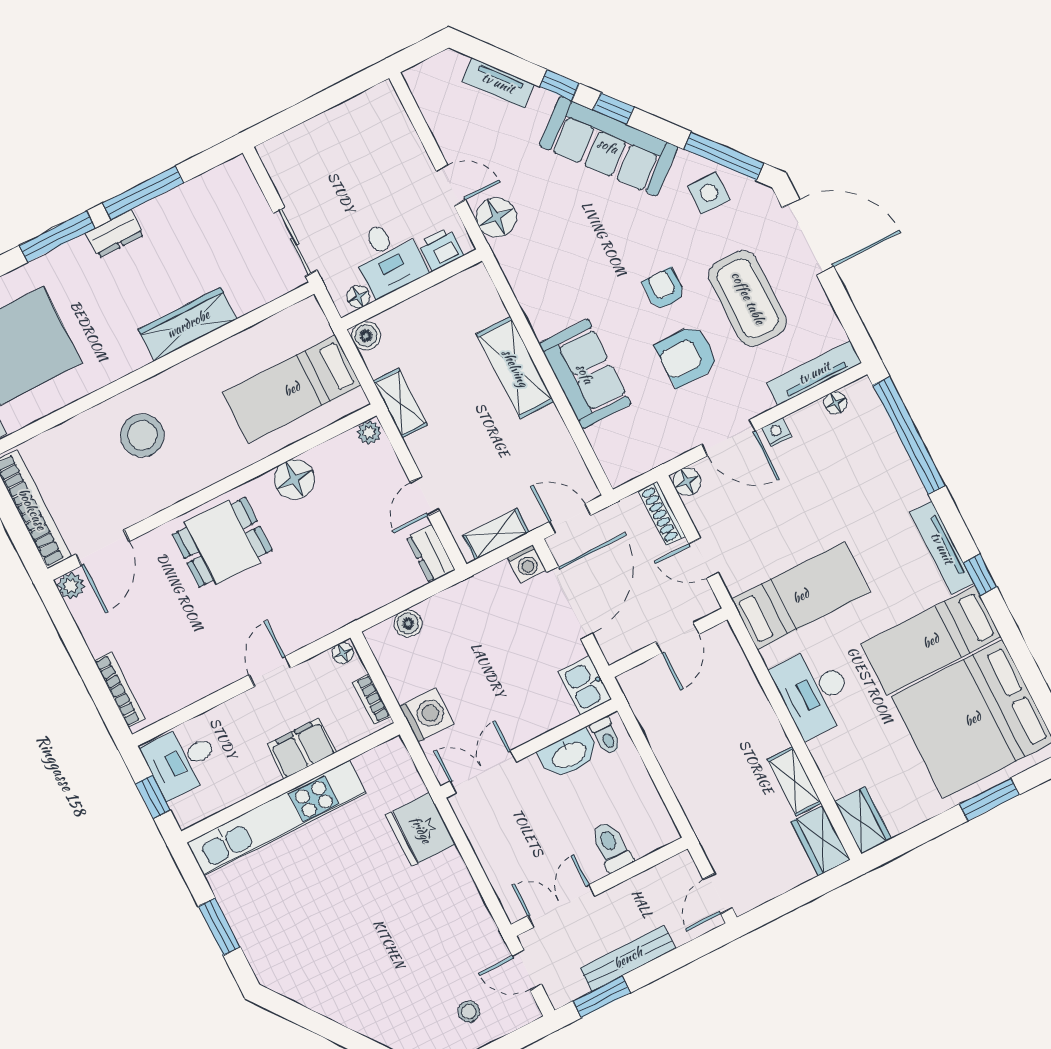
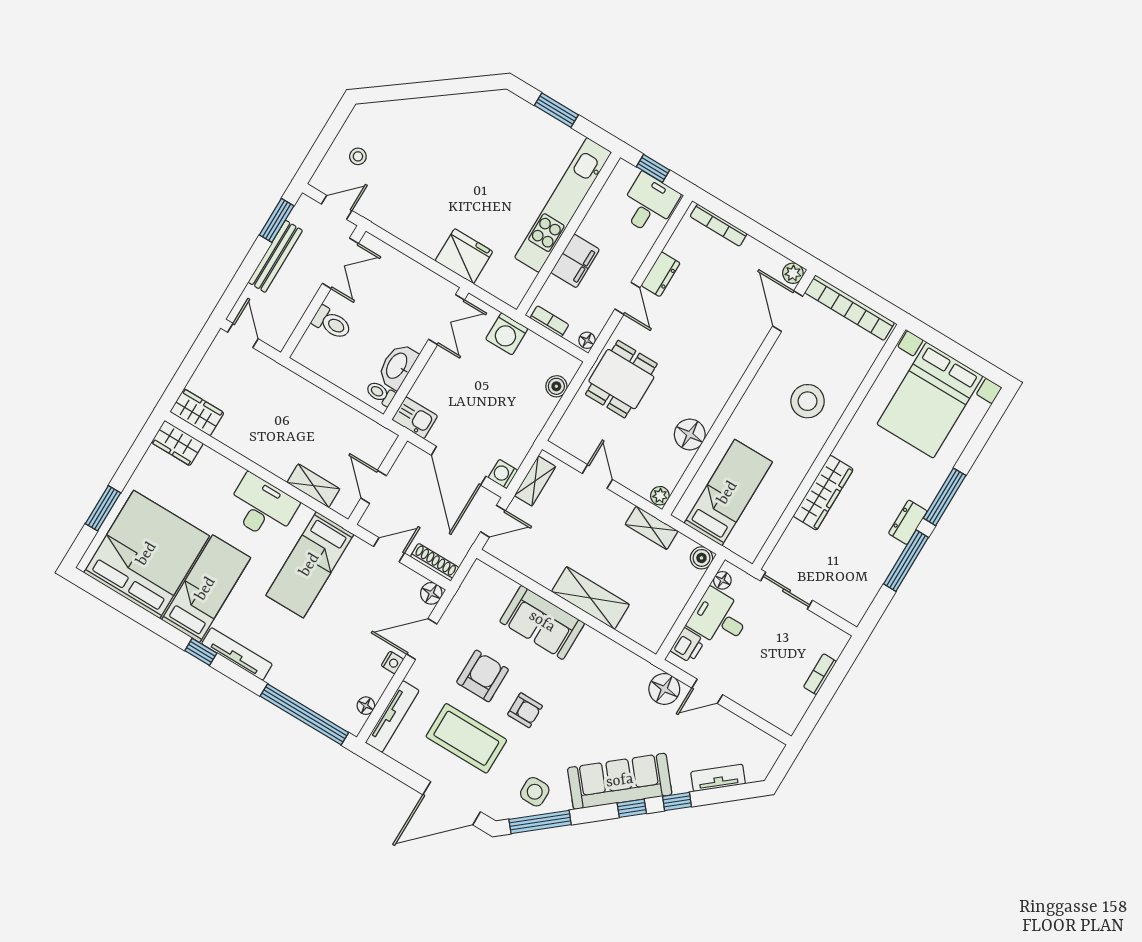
bookcase: (315, 127) -> (820, 674), added
dining table: (222, 542) -> (621, 379), moved
dresser: (431, 554) -> (661, 274), moved, turned 90
shelving: (794, 781) -> (313, 486), moved

